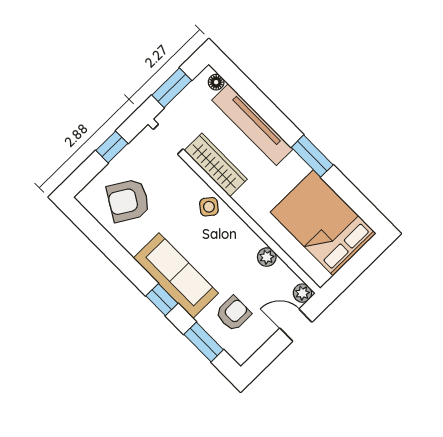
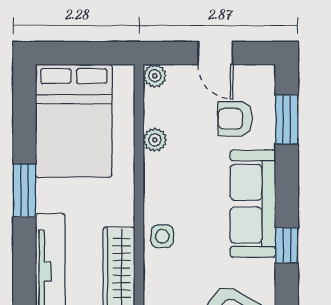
side table: (209, 207) -> (162, 236), turned -38
window: (162, 300) -> (287, 245), moved
door: (296, 325) -> (215, 53), moved

